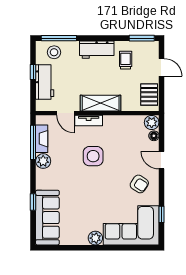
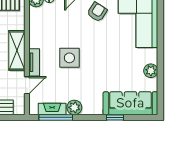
plant: (95, 238) -> (151, 71), moved

